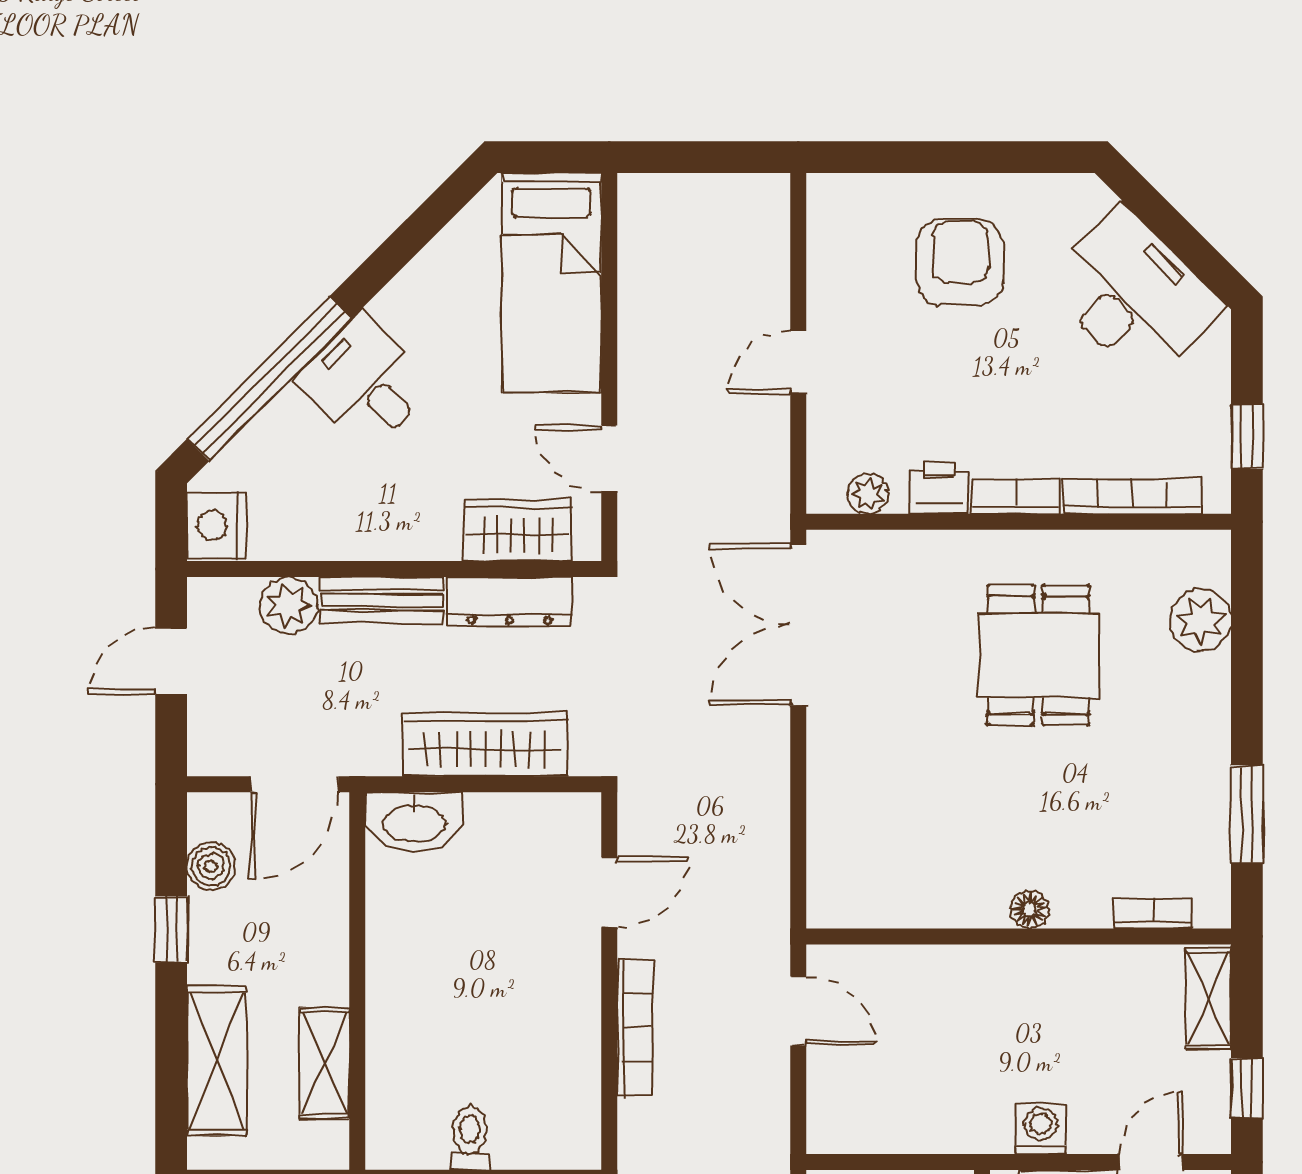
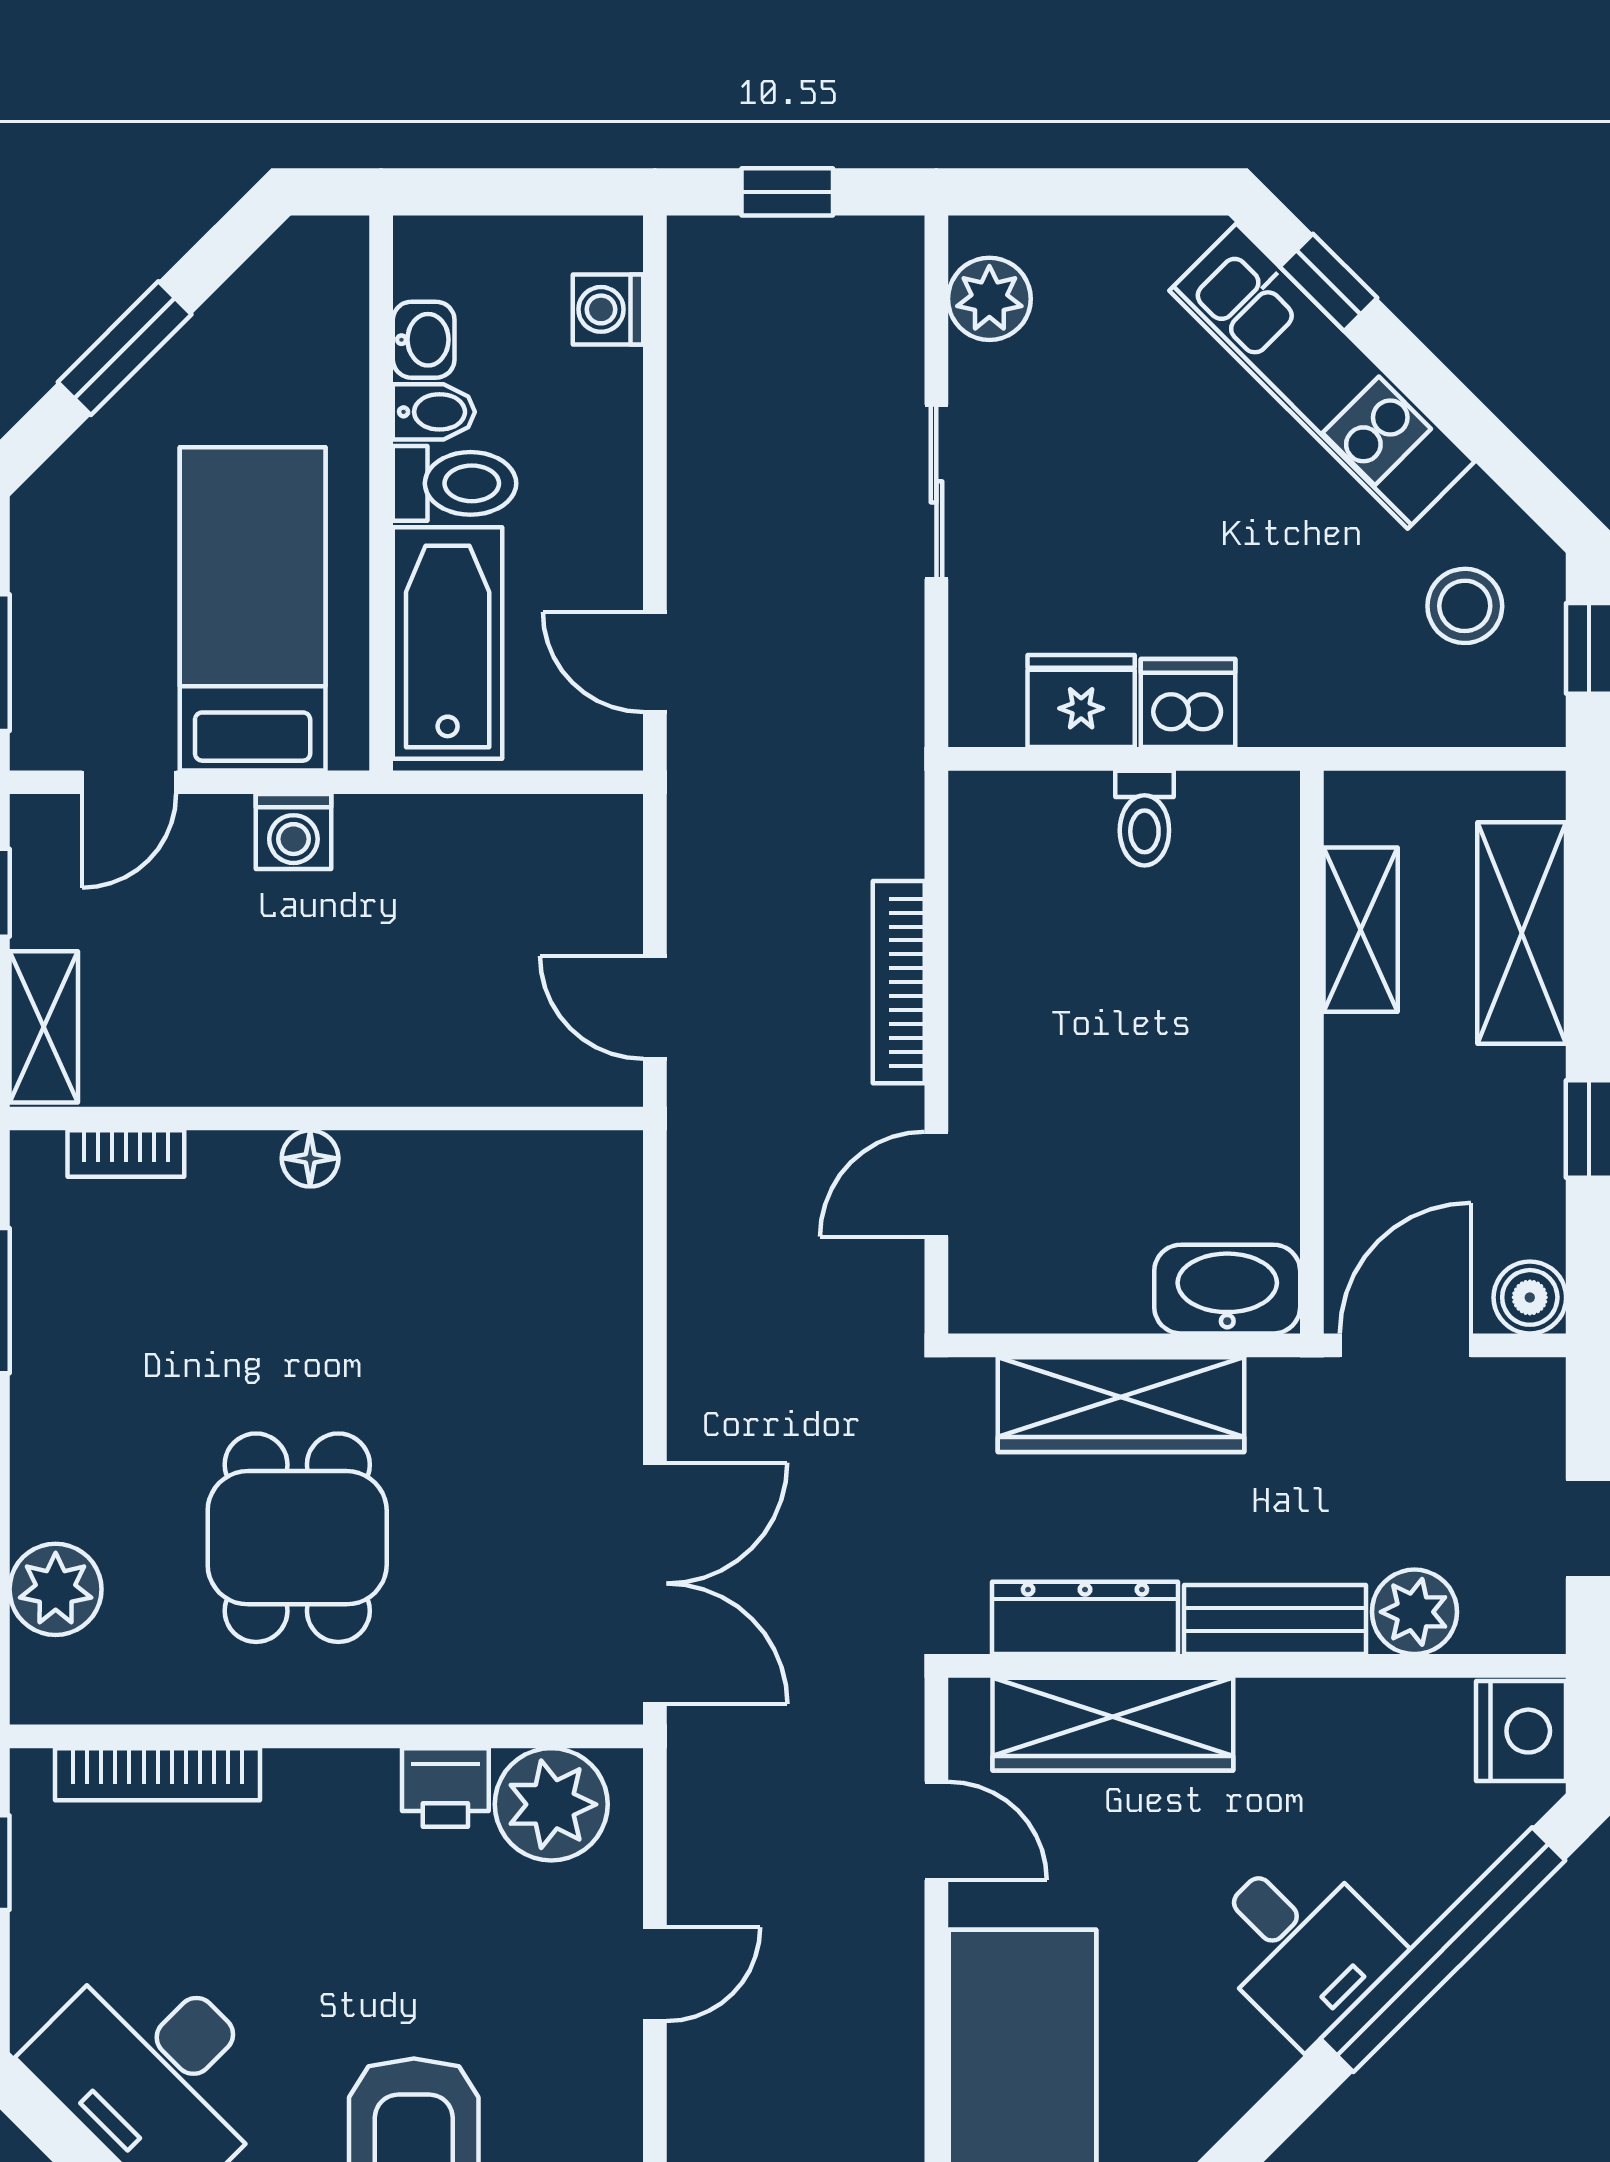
plant: (868, 494) -> (551, 1804), width x1.87, depth x1.87
bookcase: (1016, 497) -> (331, 1774), removed
wardrobe: (518, 530) -> (1113, 1724), width x1.50
boiler: (211, 866) -> (1530, 1297), moved

